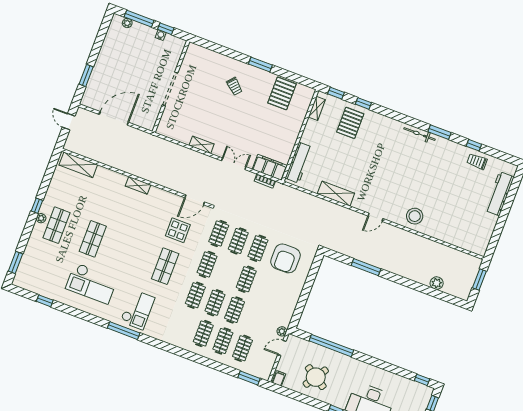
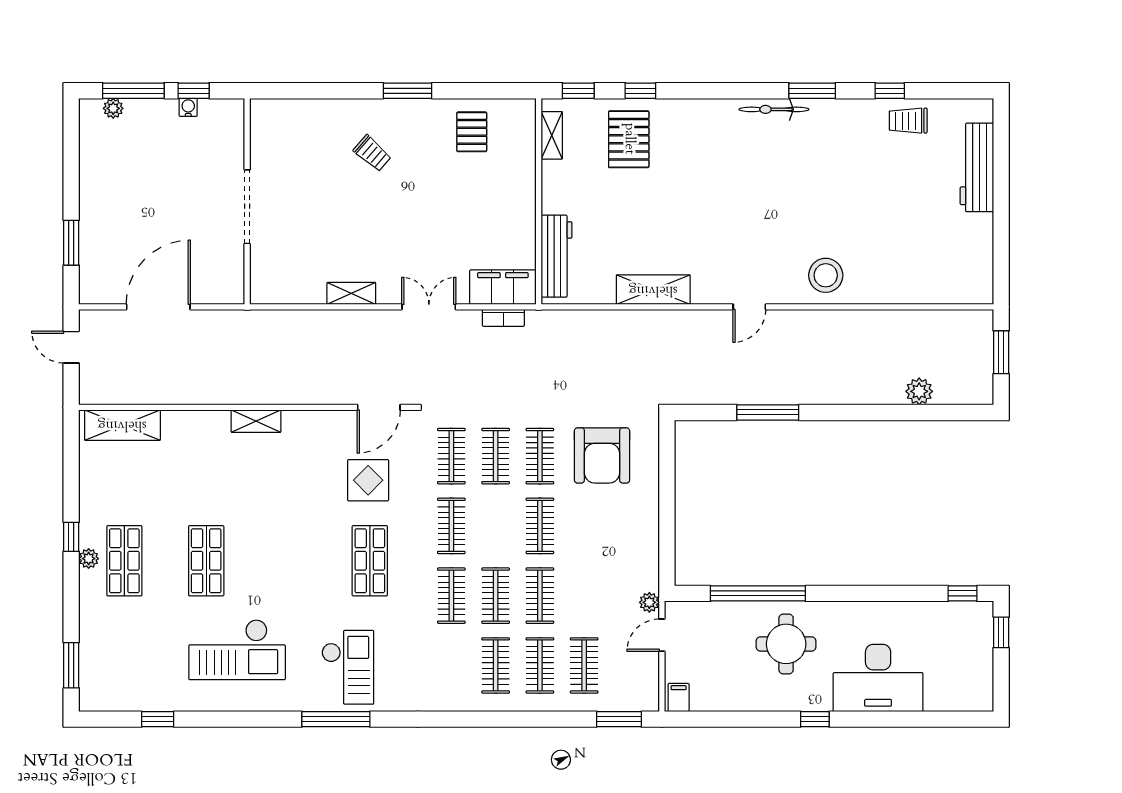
pallet: (282, 93) -> (472, 132), width x0.67, depth x0.71
round table: (316, 377) -> (786, 644), moved, turned -33

